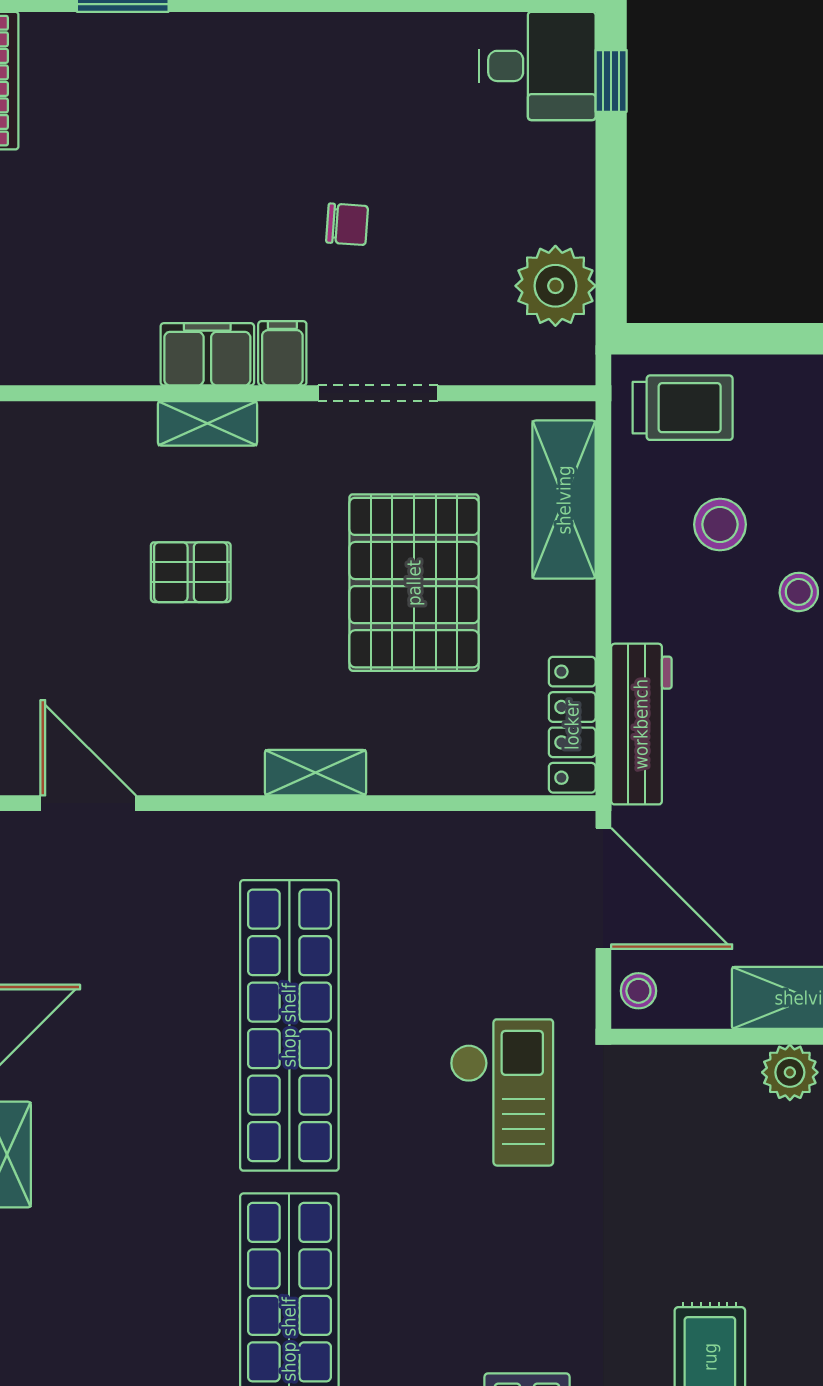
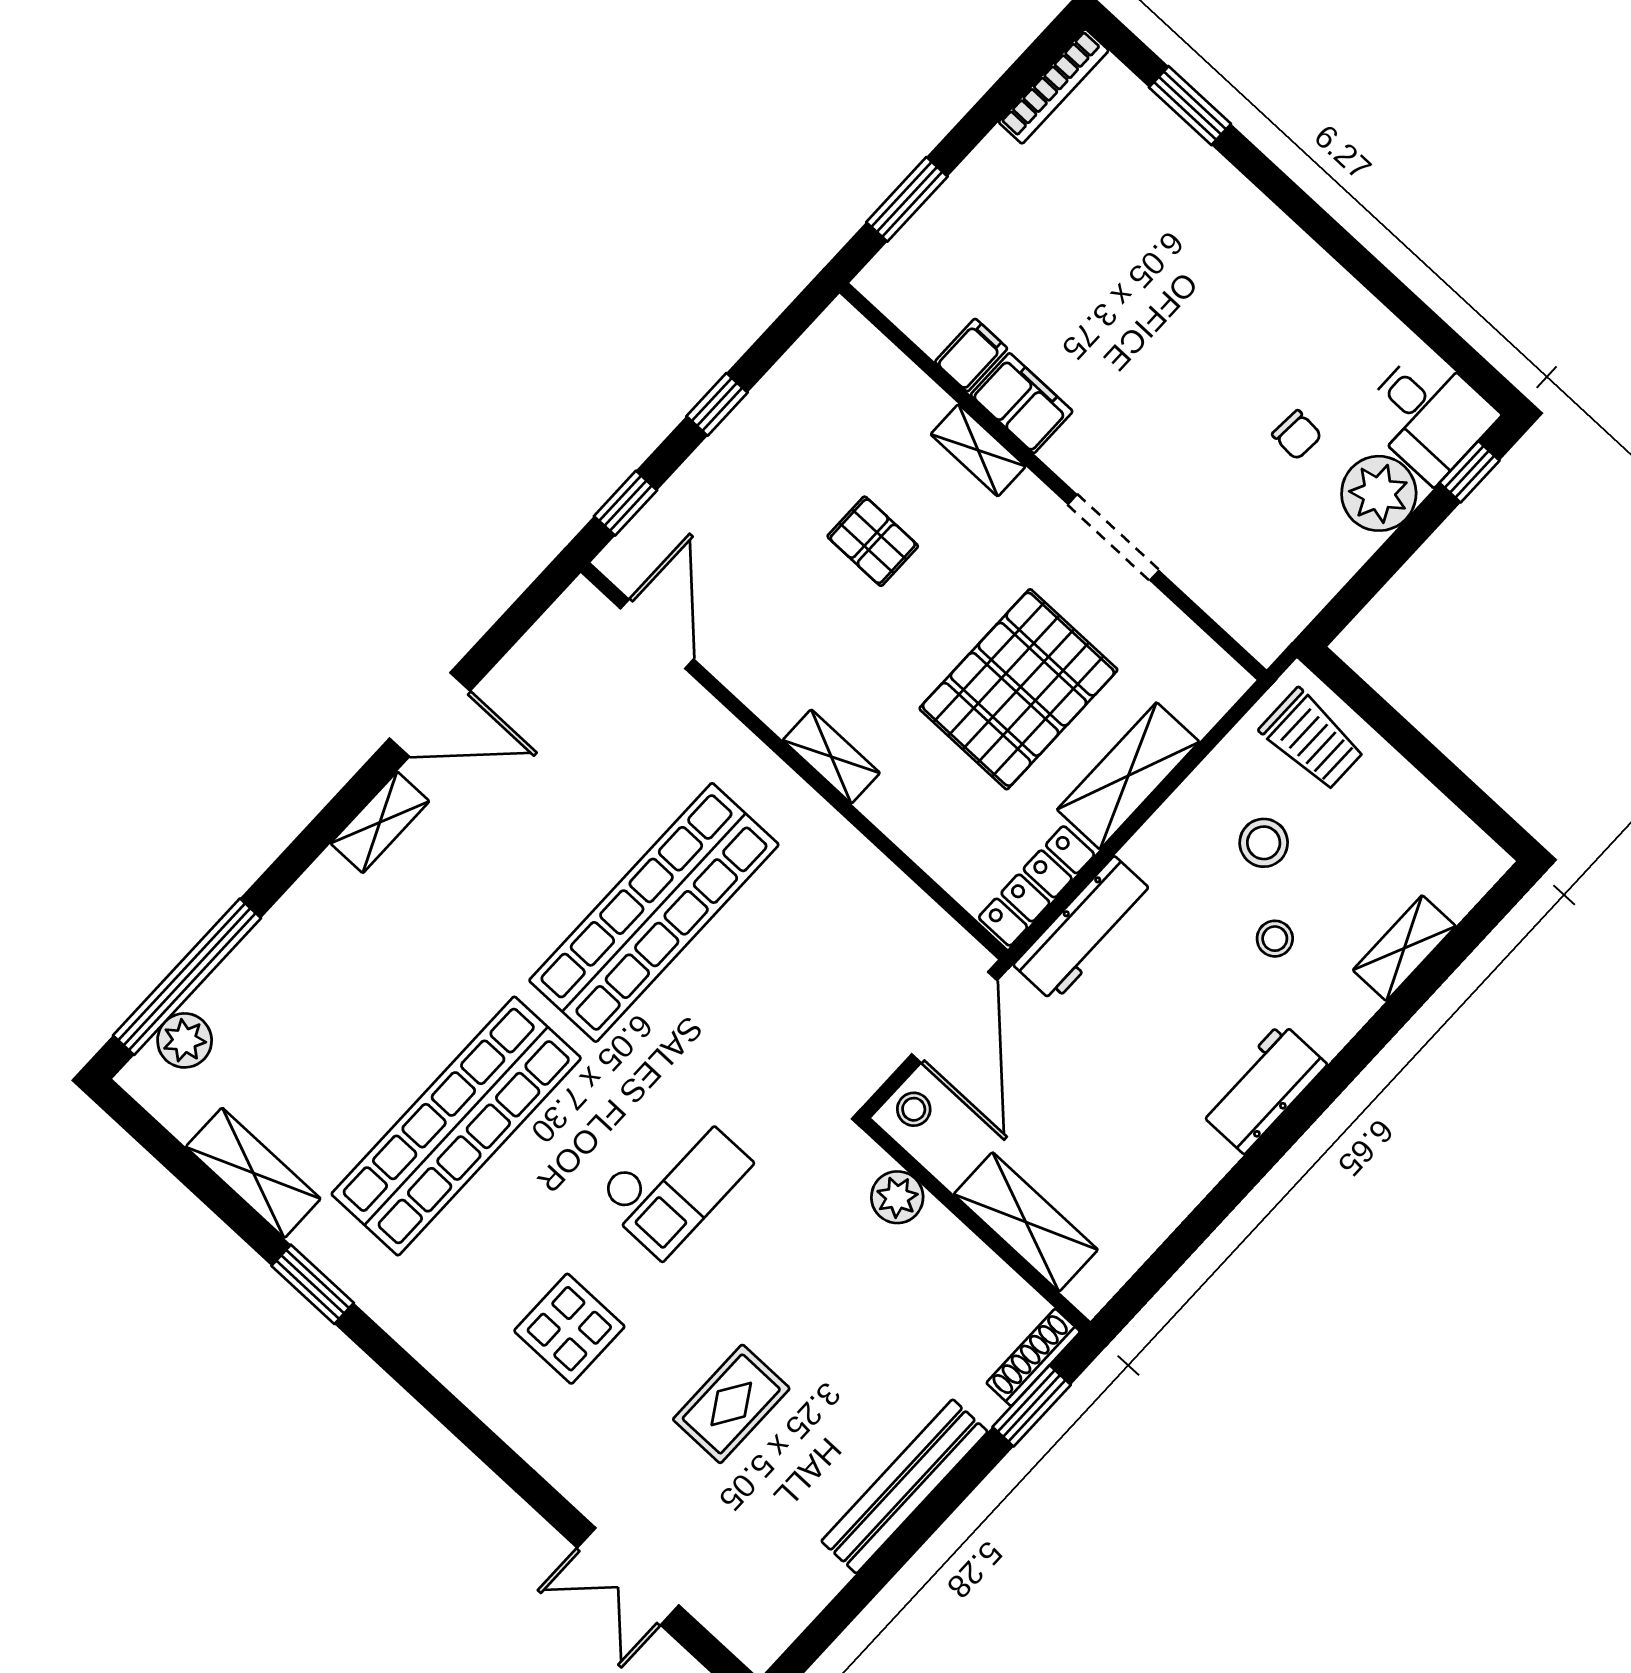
chair: (347, 224) -> (1297, 435), moved
plant: (555, 286) -> (1379, 493), moved
filing cabinet: (282, 353) -> (971, 355), moved
shelving: (564, 500) -> (1128, 776), moved
plant: (790, 1072) -> (897, 1197), moved
checkout: (502, 1092) -> (674, 1181), moved

